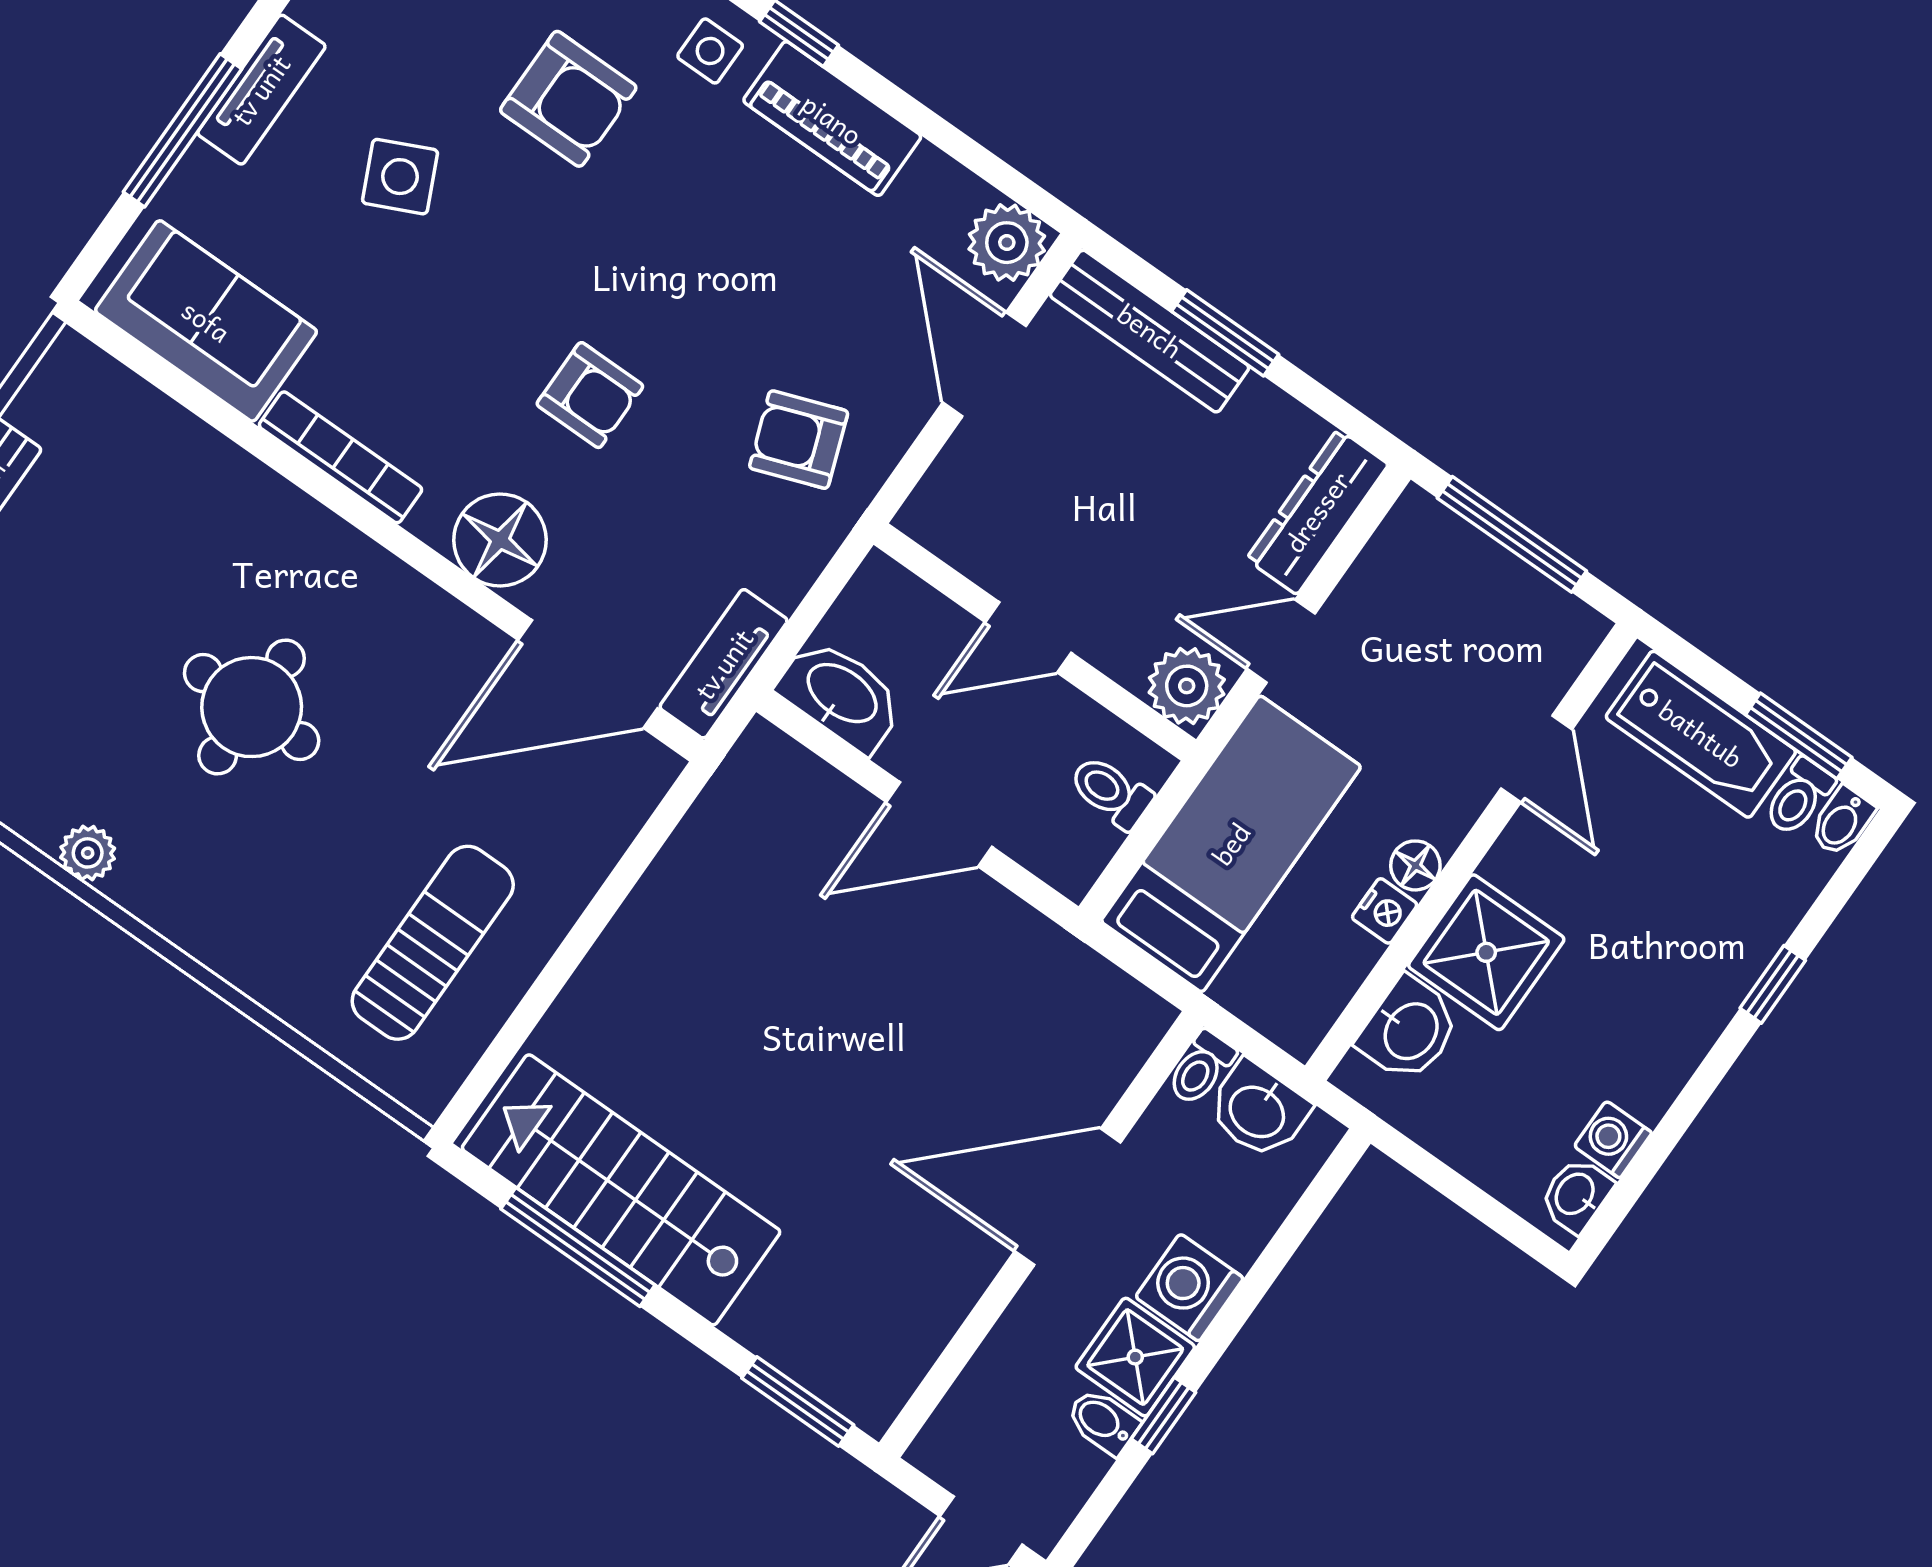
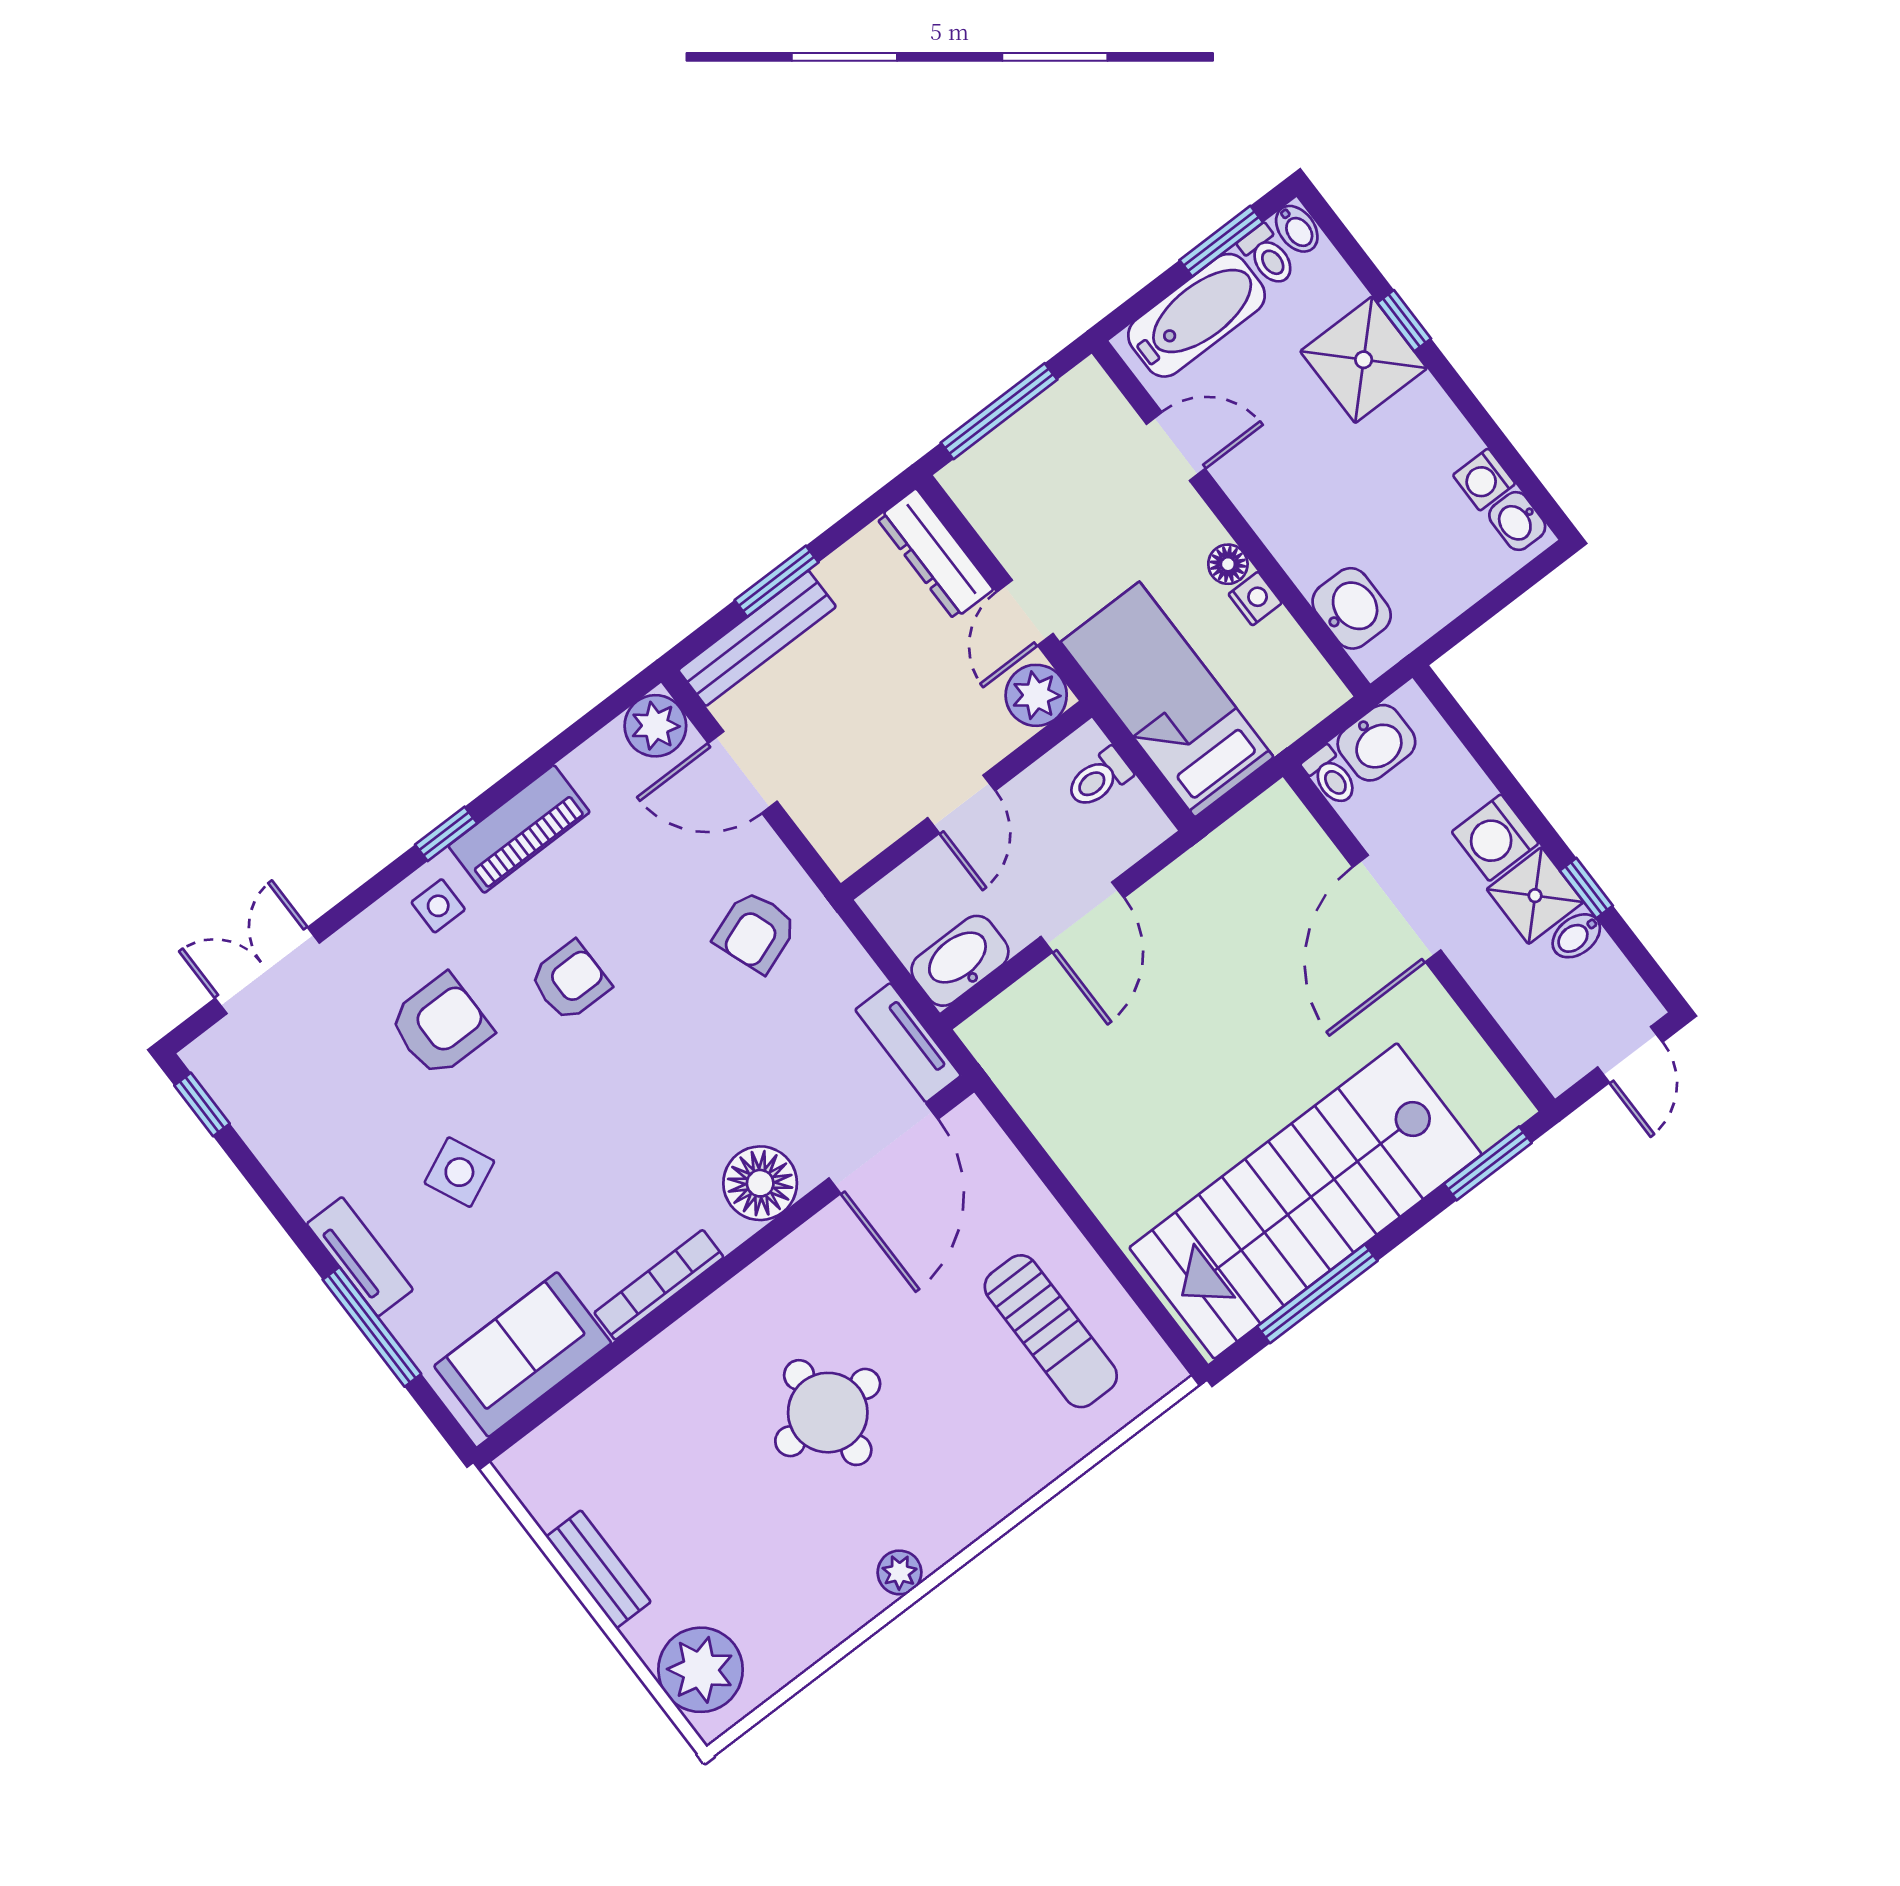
armchair: (590, 395) -> (570, 981), moved
sun lounger: (433, 943) -> (1051, 1331), turned 180
shower: (1486, 952) -> (1364, 360), moved
stairs: (621, 1190) -> (1306, 1201), width x1.36, depth x1.51

